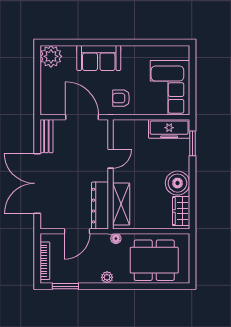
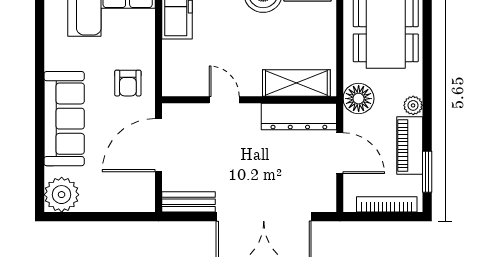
sofa: (99, 58) -> (64, 119), width x1.36
floor lamp: (116, 239) -> (359, 99), width x1.89, depth x1.89
piano: (82, 275) -> (410, 146), added

